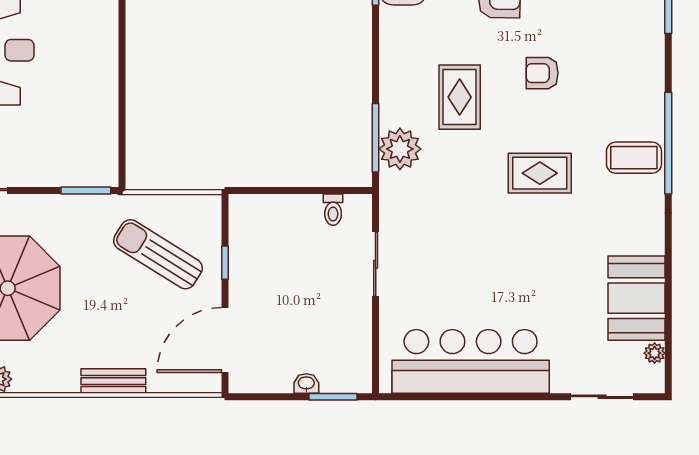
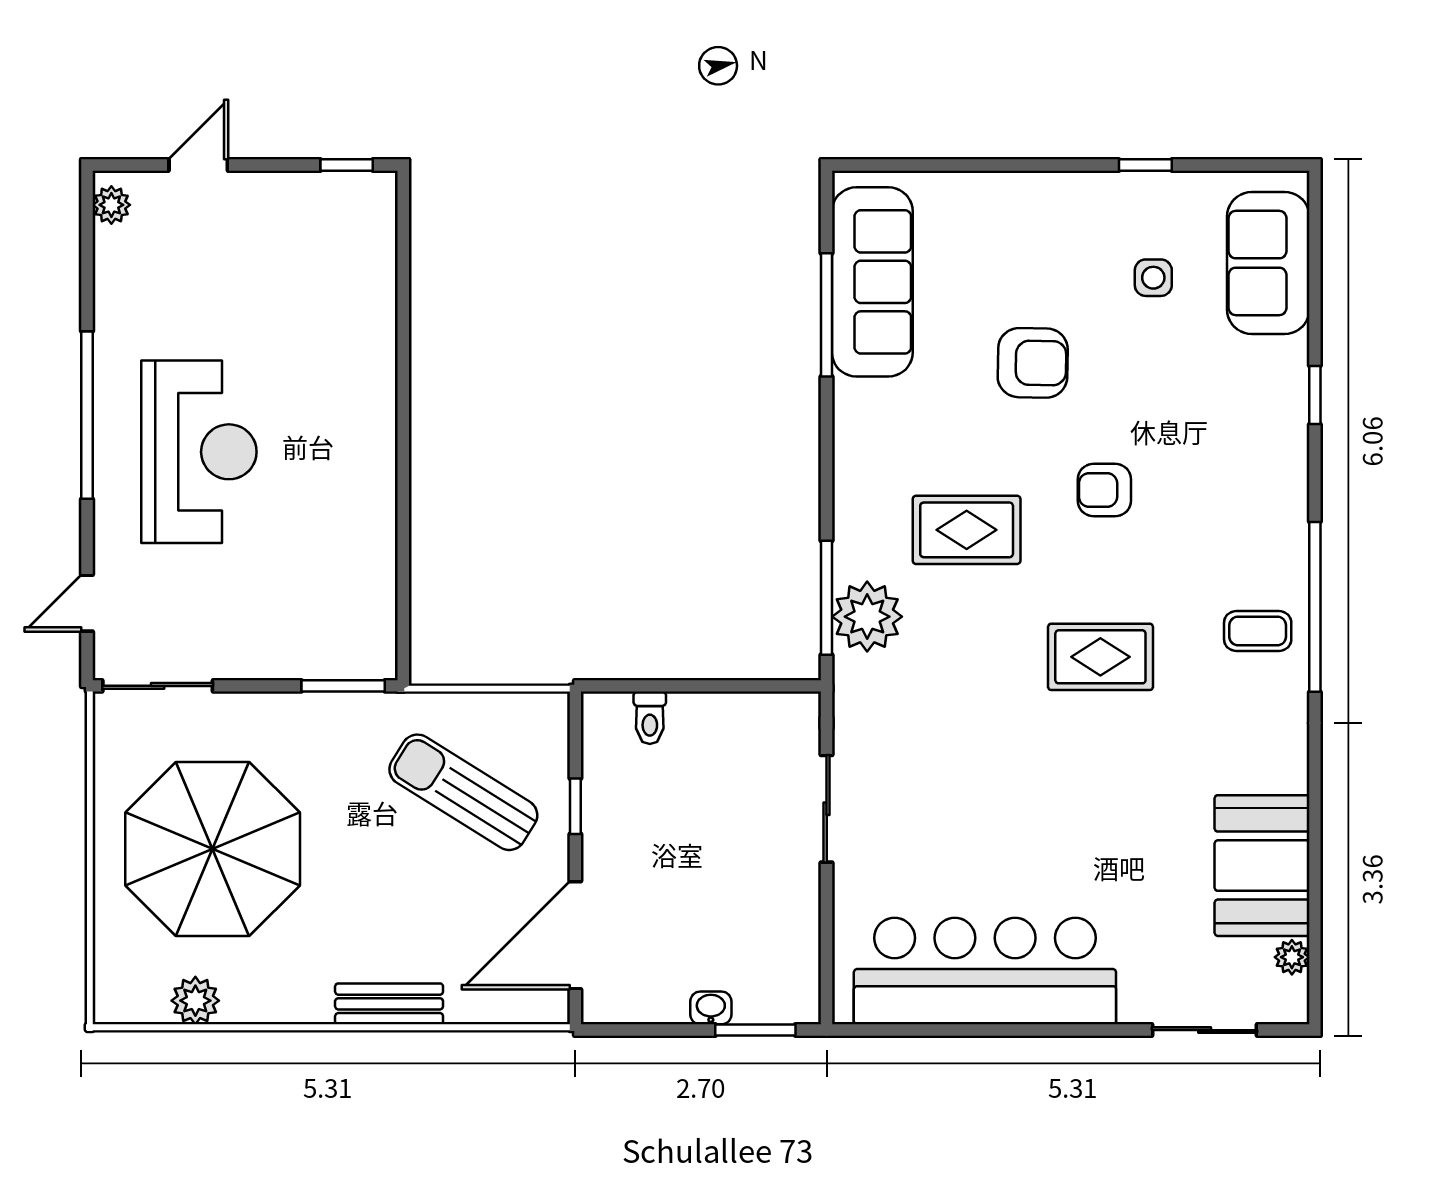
rug: (460, 97) -> (967, 530), turned 90
coffee table: (634, 158) -> (1258, 631), width x0.73, depth x0.77
toilet: (333, 210) -> (650, 718), moved

